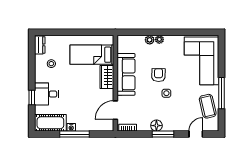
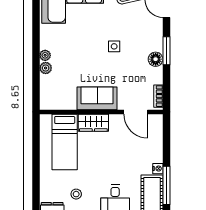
sofa: (126, 74) -> (97, 98), width x0.73
armchair: (159, 75) -> (91, 57), removed
window: (75, 134) -> (166, 185), moved

